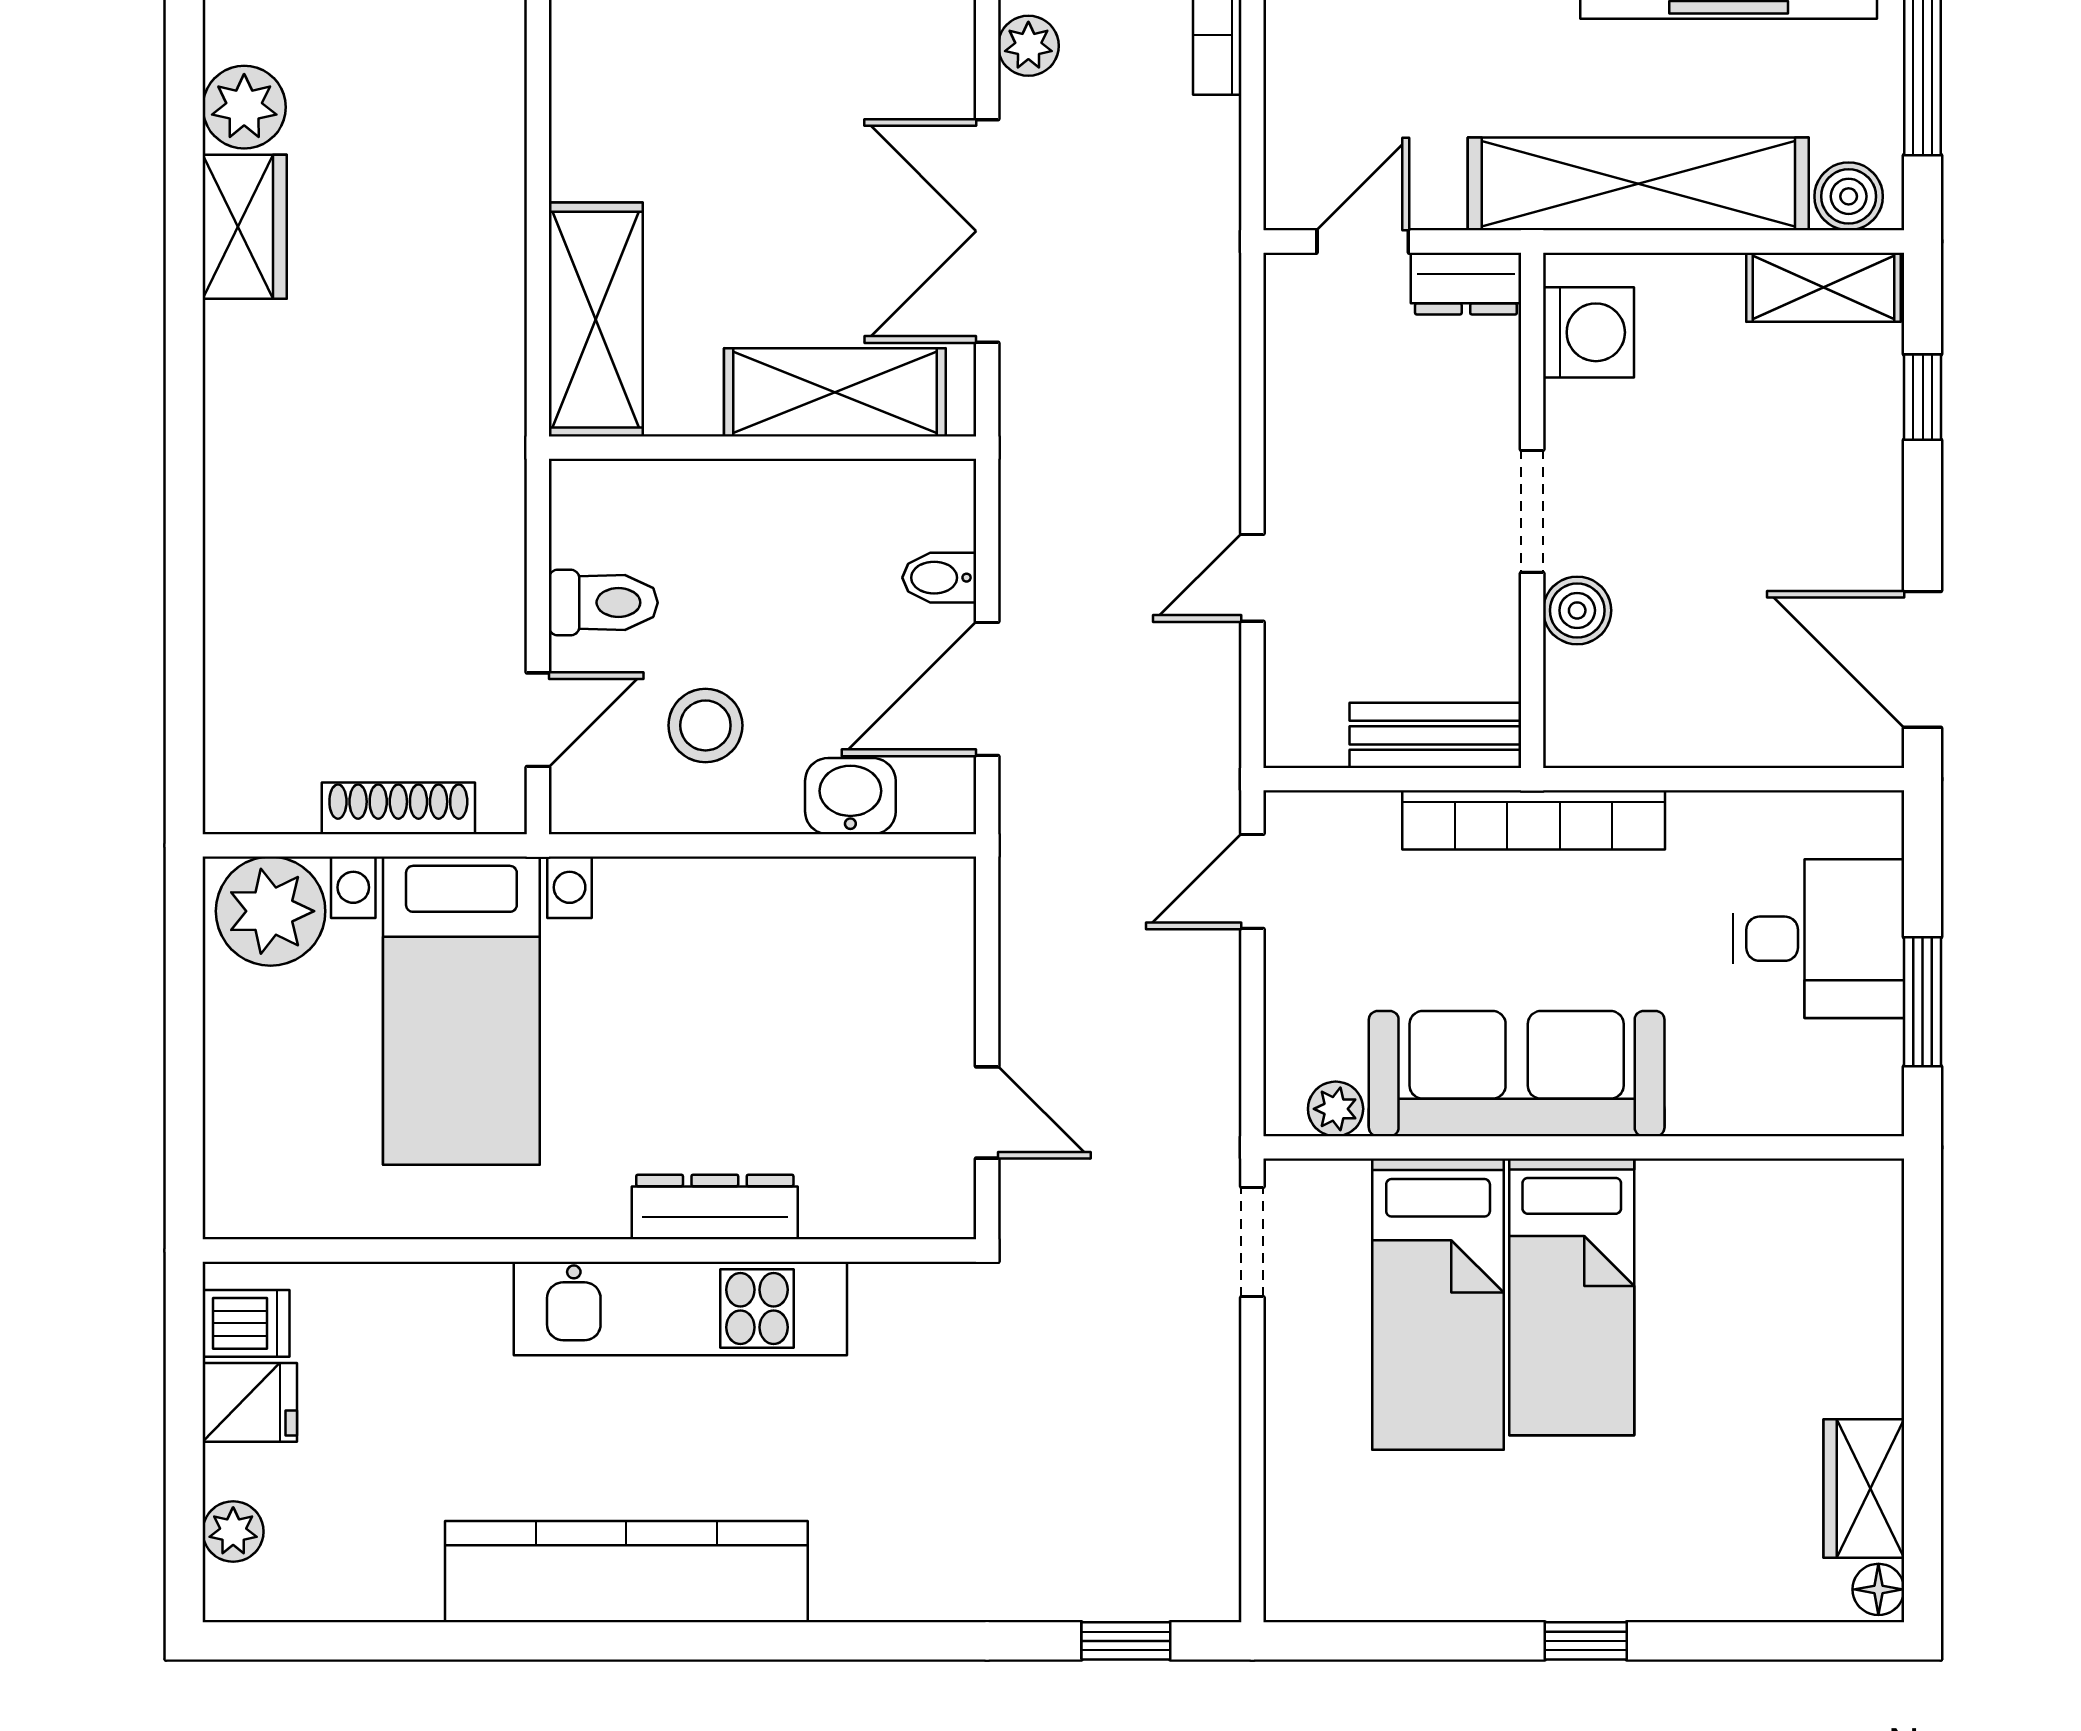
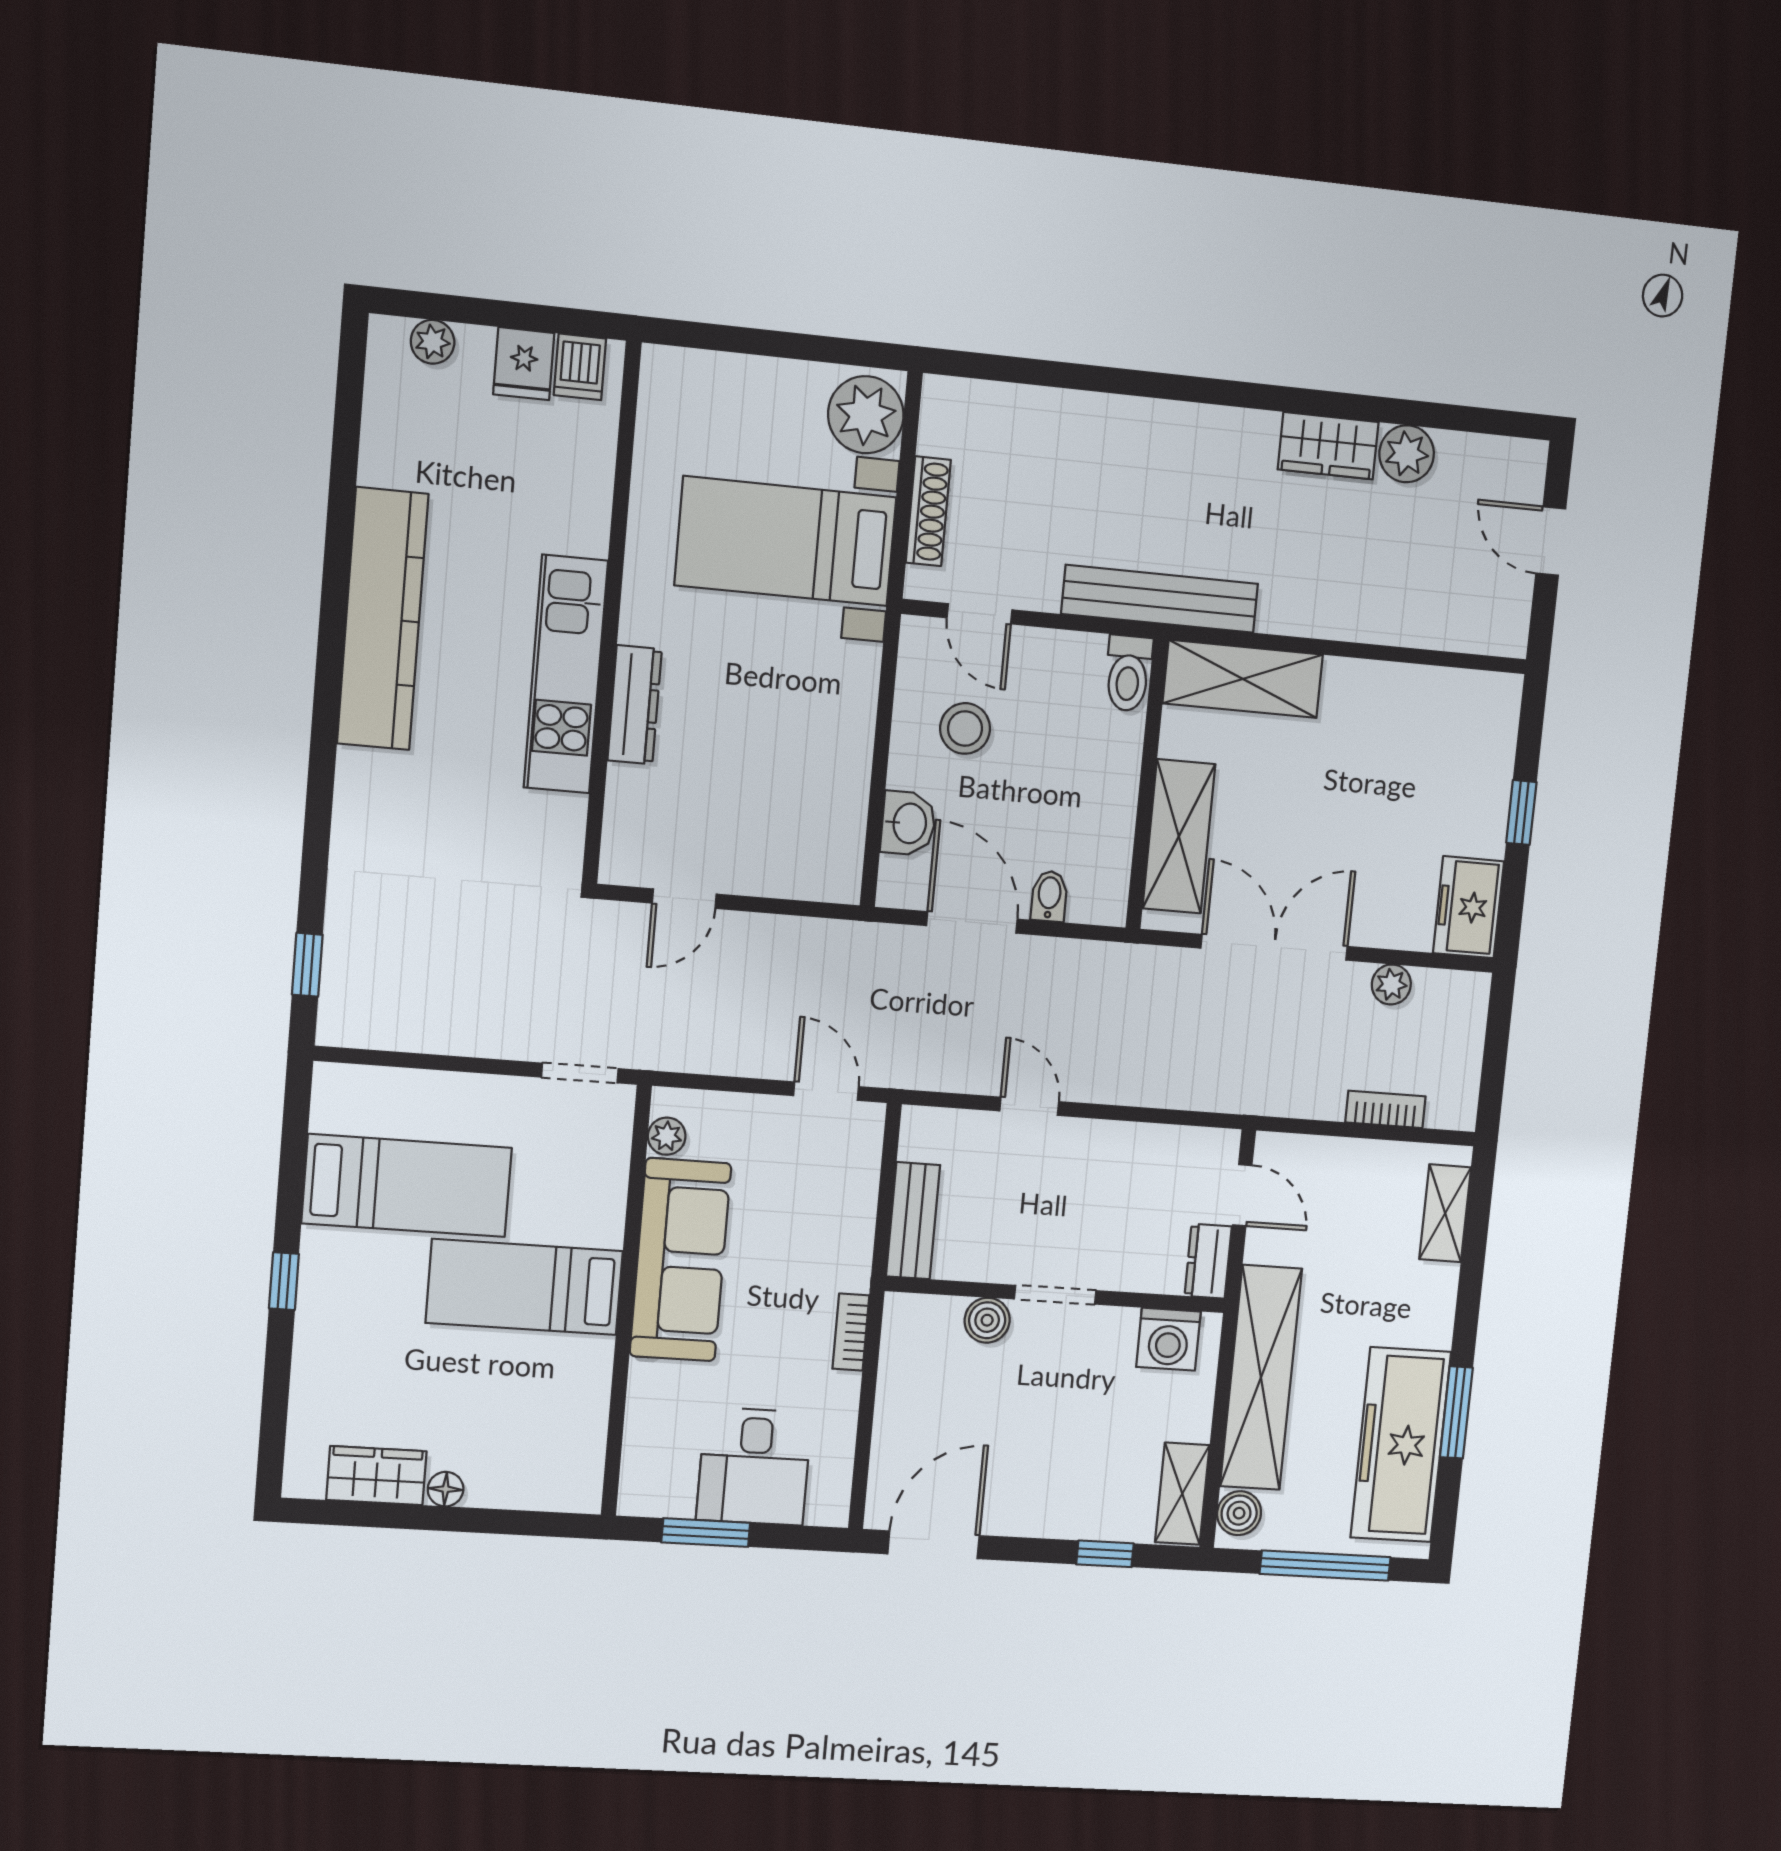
bench: (491, 456) -> (1160, 599), added
toilet: (603, 603) -> (1128, 673), moved
bookcase: (1534, 820) -> (851, 1332), width x0.43, depth x0.76
bed: (1438, 1304) -> (407, 1186), moved, turned 180
floor lamp: (1878, 1589) -> (446, 1489), moved

